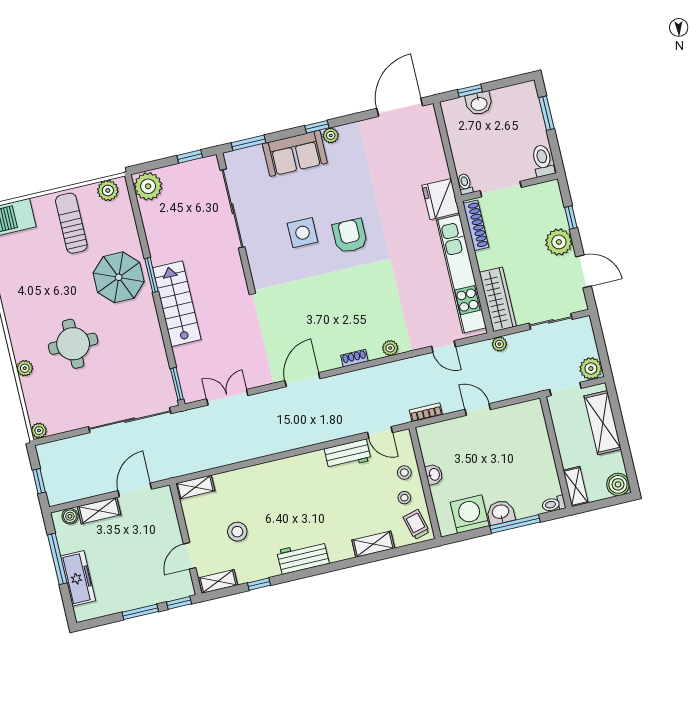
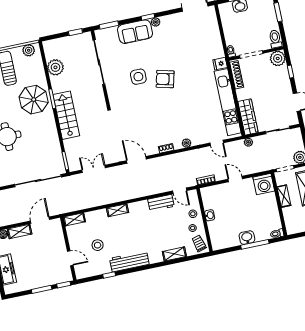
plant: (148, 186) -> (55, 67), moved
fridge: (441, 199) -> (220, 64), width x0.53, depth x0.75
armchair: (350, 236) -> (165, 79), turned -76
plant: (559, 242) -> (278, 58), moved
door: (302, 380) -> (136, 160), hinge flipped
shelving: (576, 486) -> (284, 196), moved
washing machine: (470, 514) -> (264, 184), moved, turned 180
door: (190, 556) -> (70, 258), swing flipped
workbench: (303, 557) -> (129, 261), width x1.38
shelving: (218, 581) -> (118, 210), moved

